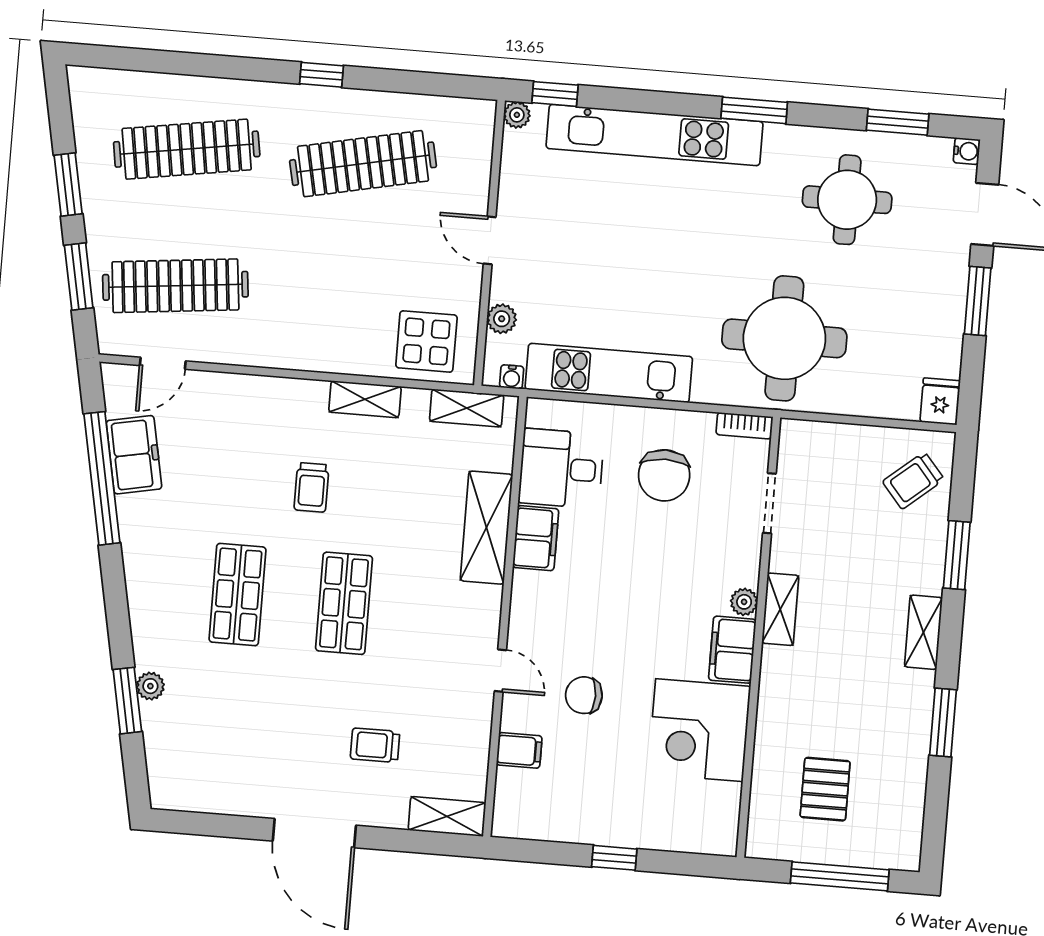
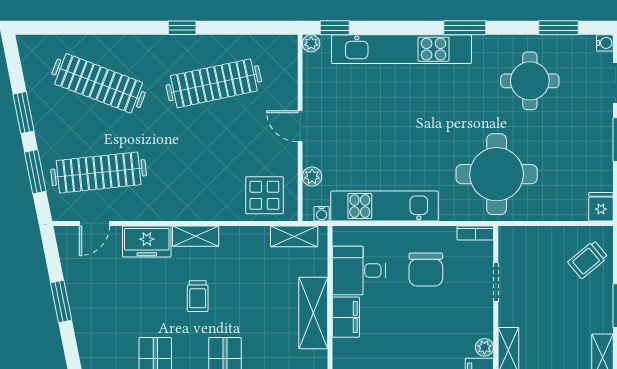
clothes rail: (187, 149) -> (99, 83), turned 30
shelving: (365, 399) -> (196, 236), moved
freezer: (134, 455) -> (147, 241), moved, turned 101
window: (102, 478) -> (61, 301), width x0.47

